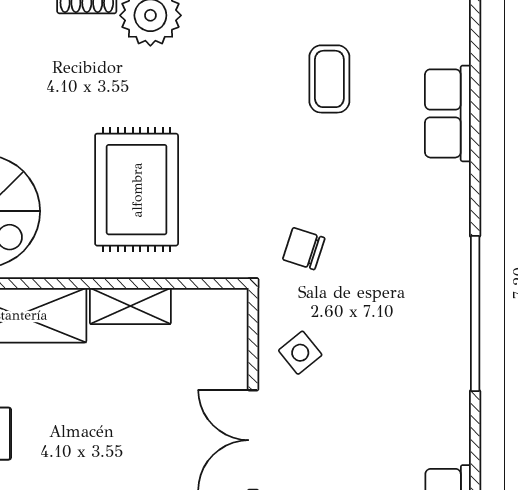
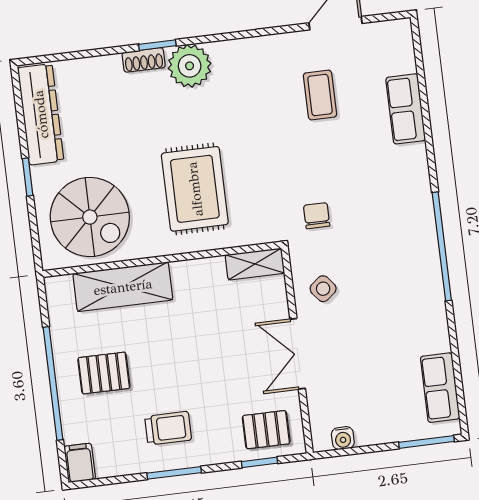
chair: (304, 249) -> (317, 216), turned 72
shelving: (130, 306) -> (255, 264), moved

